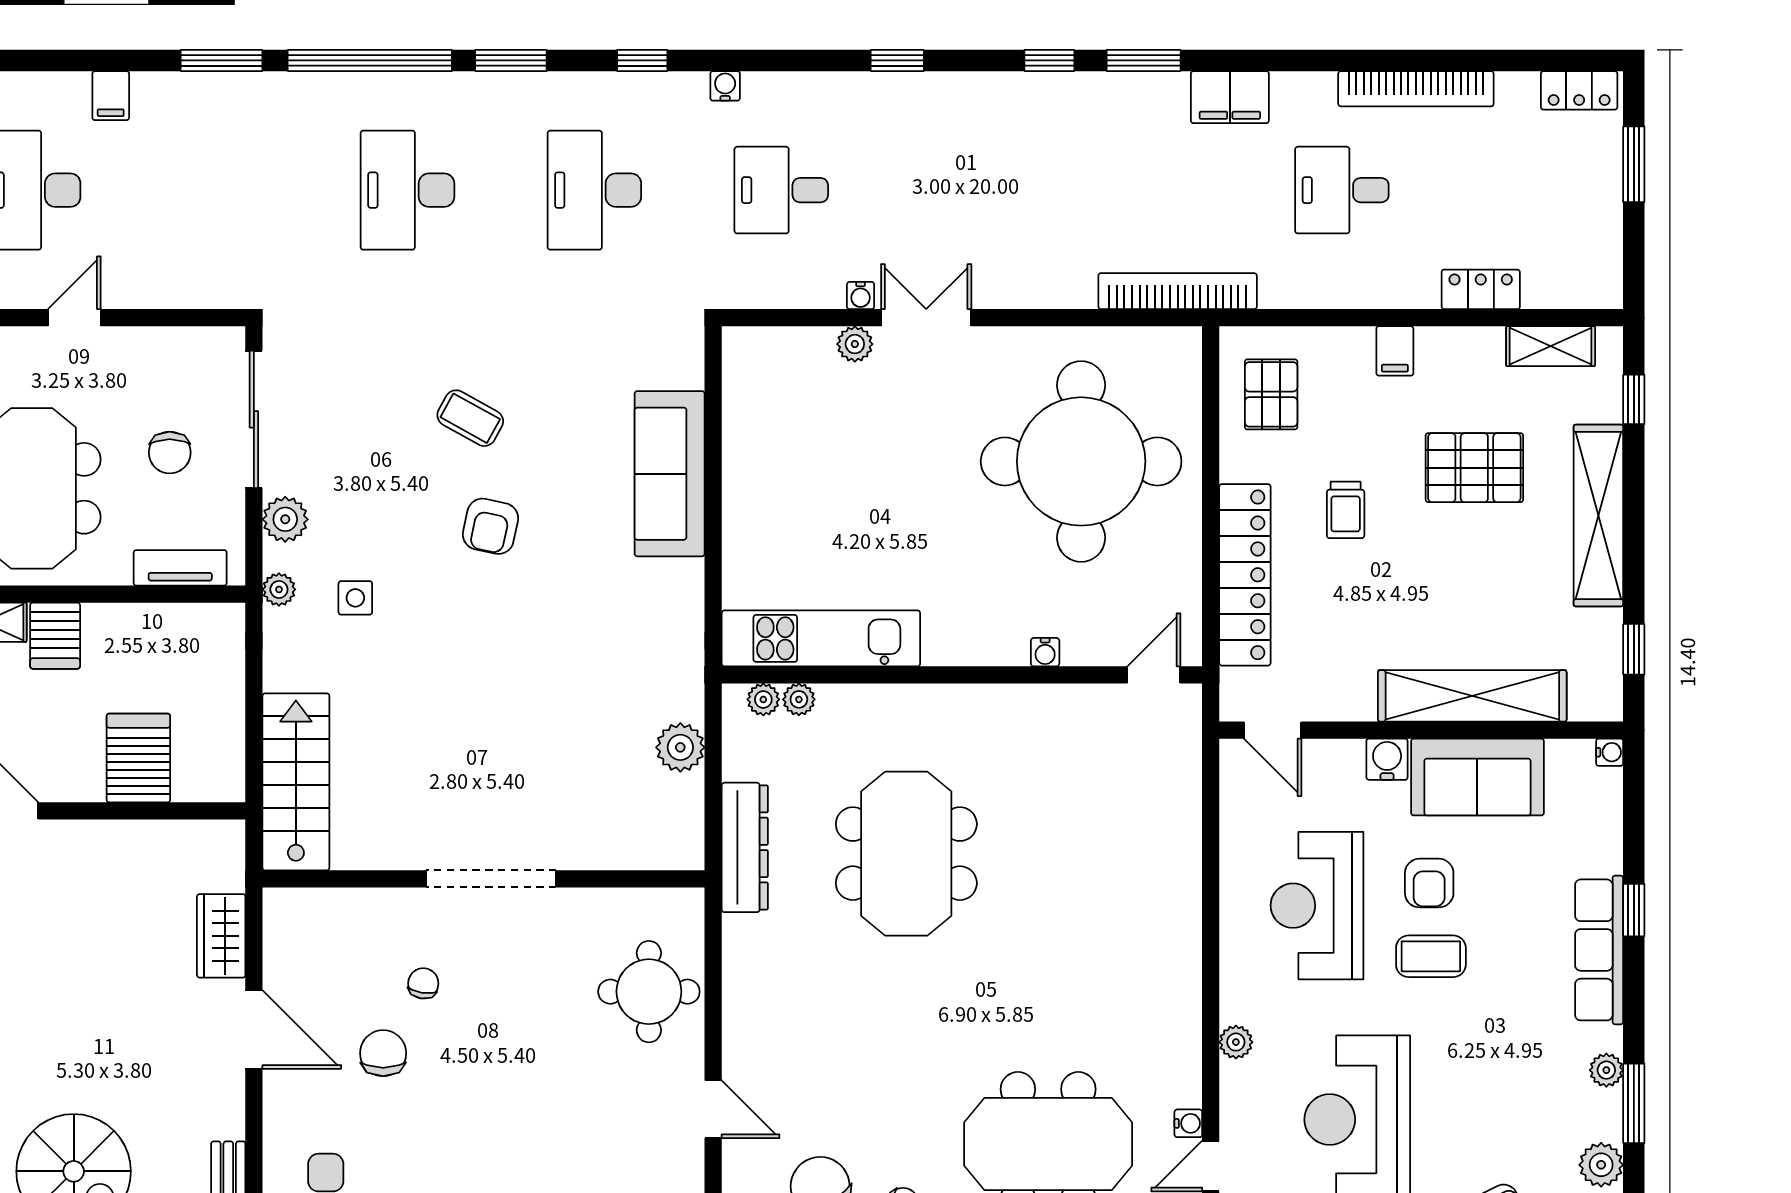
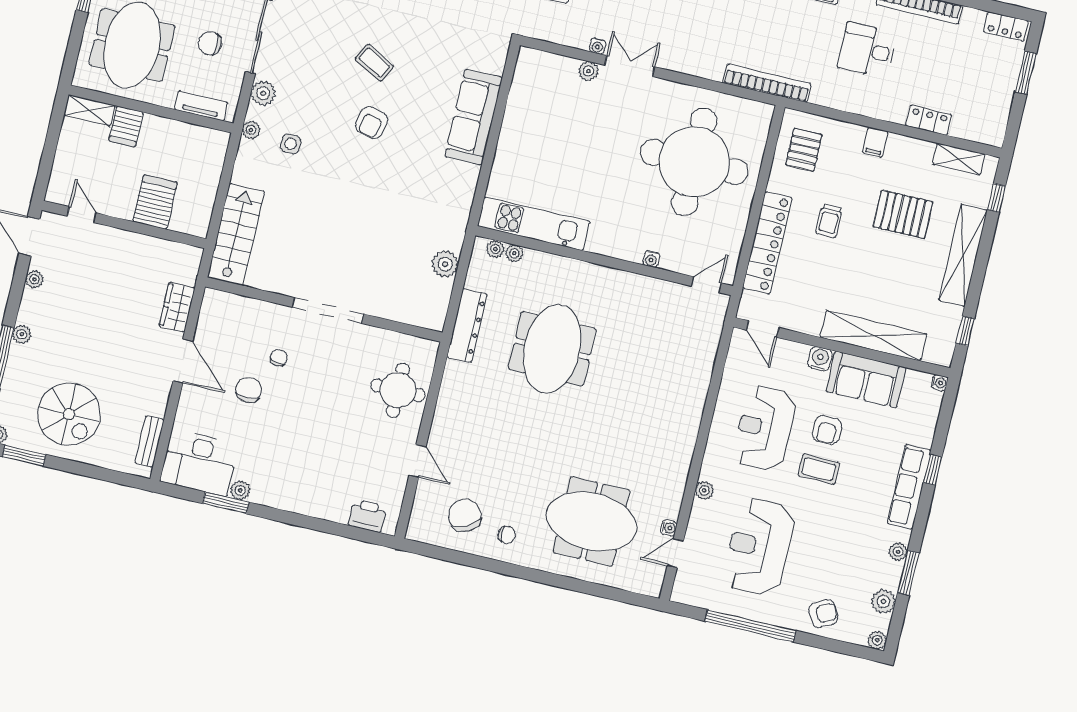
chair: (170, 453) -> (210, 43), turned 90

